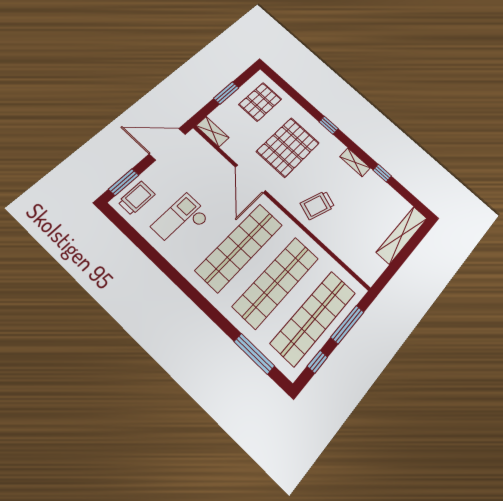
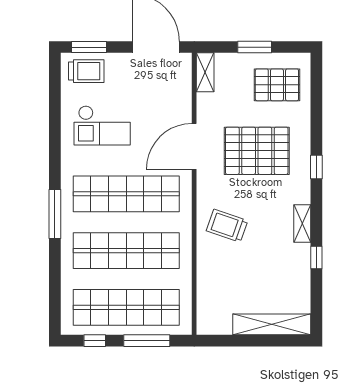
checkout: (181, 221) -> (102, 125), turned 180
window: (254, 354) -> (55, 214), moved

